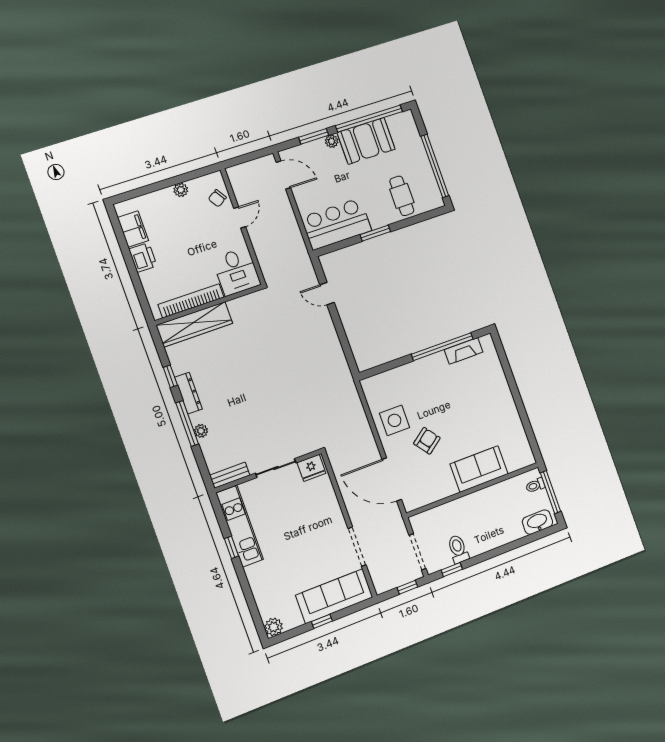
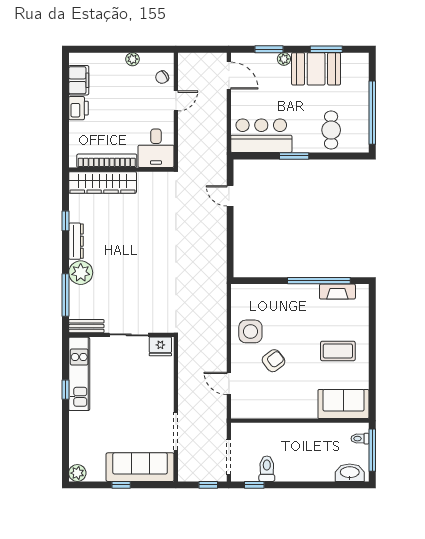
window: (369, 119) -> (326, 49), width x0.47
coffee table: (484, 408) -> (338, 351), added
window: (187, 423) -> (66, 295), moved
plant: (201, 431) -> (81, 273), width x1.87, depth x1.87
sofa: (479, 469) -> (343, 404), moved
door: (392, 479) -> (229, 383), width x0.53

